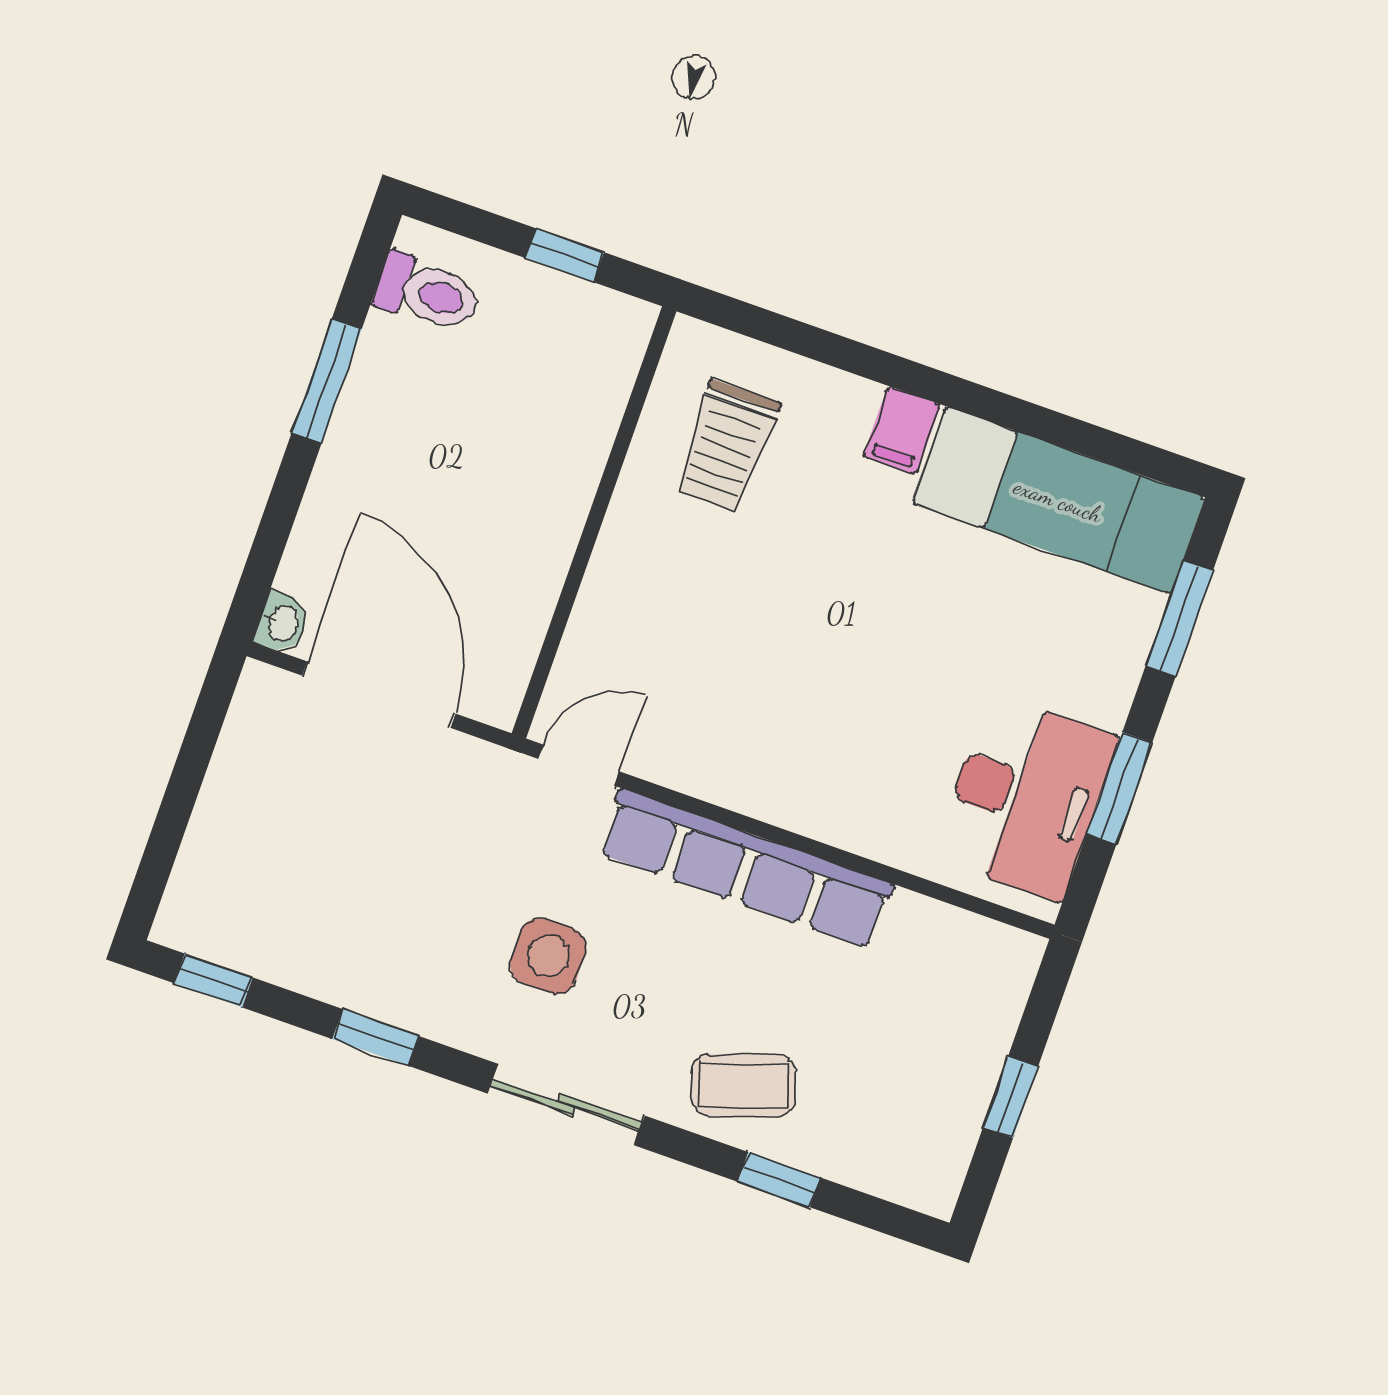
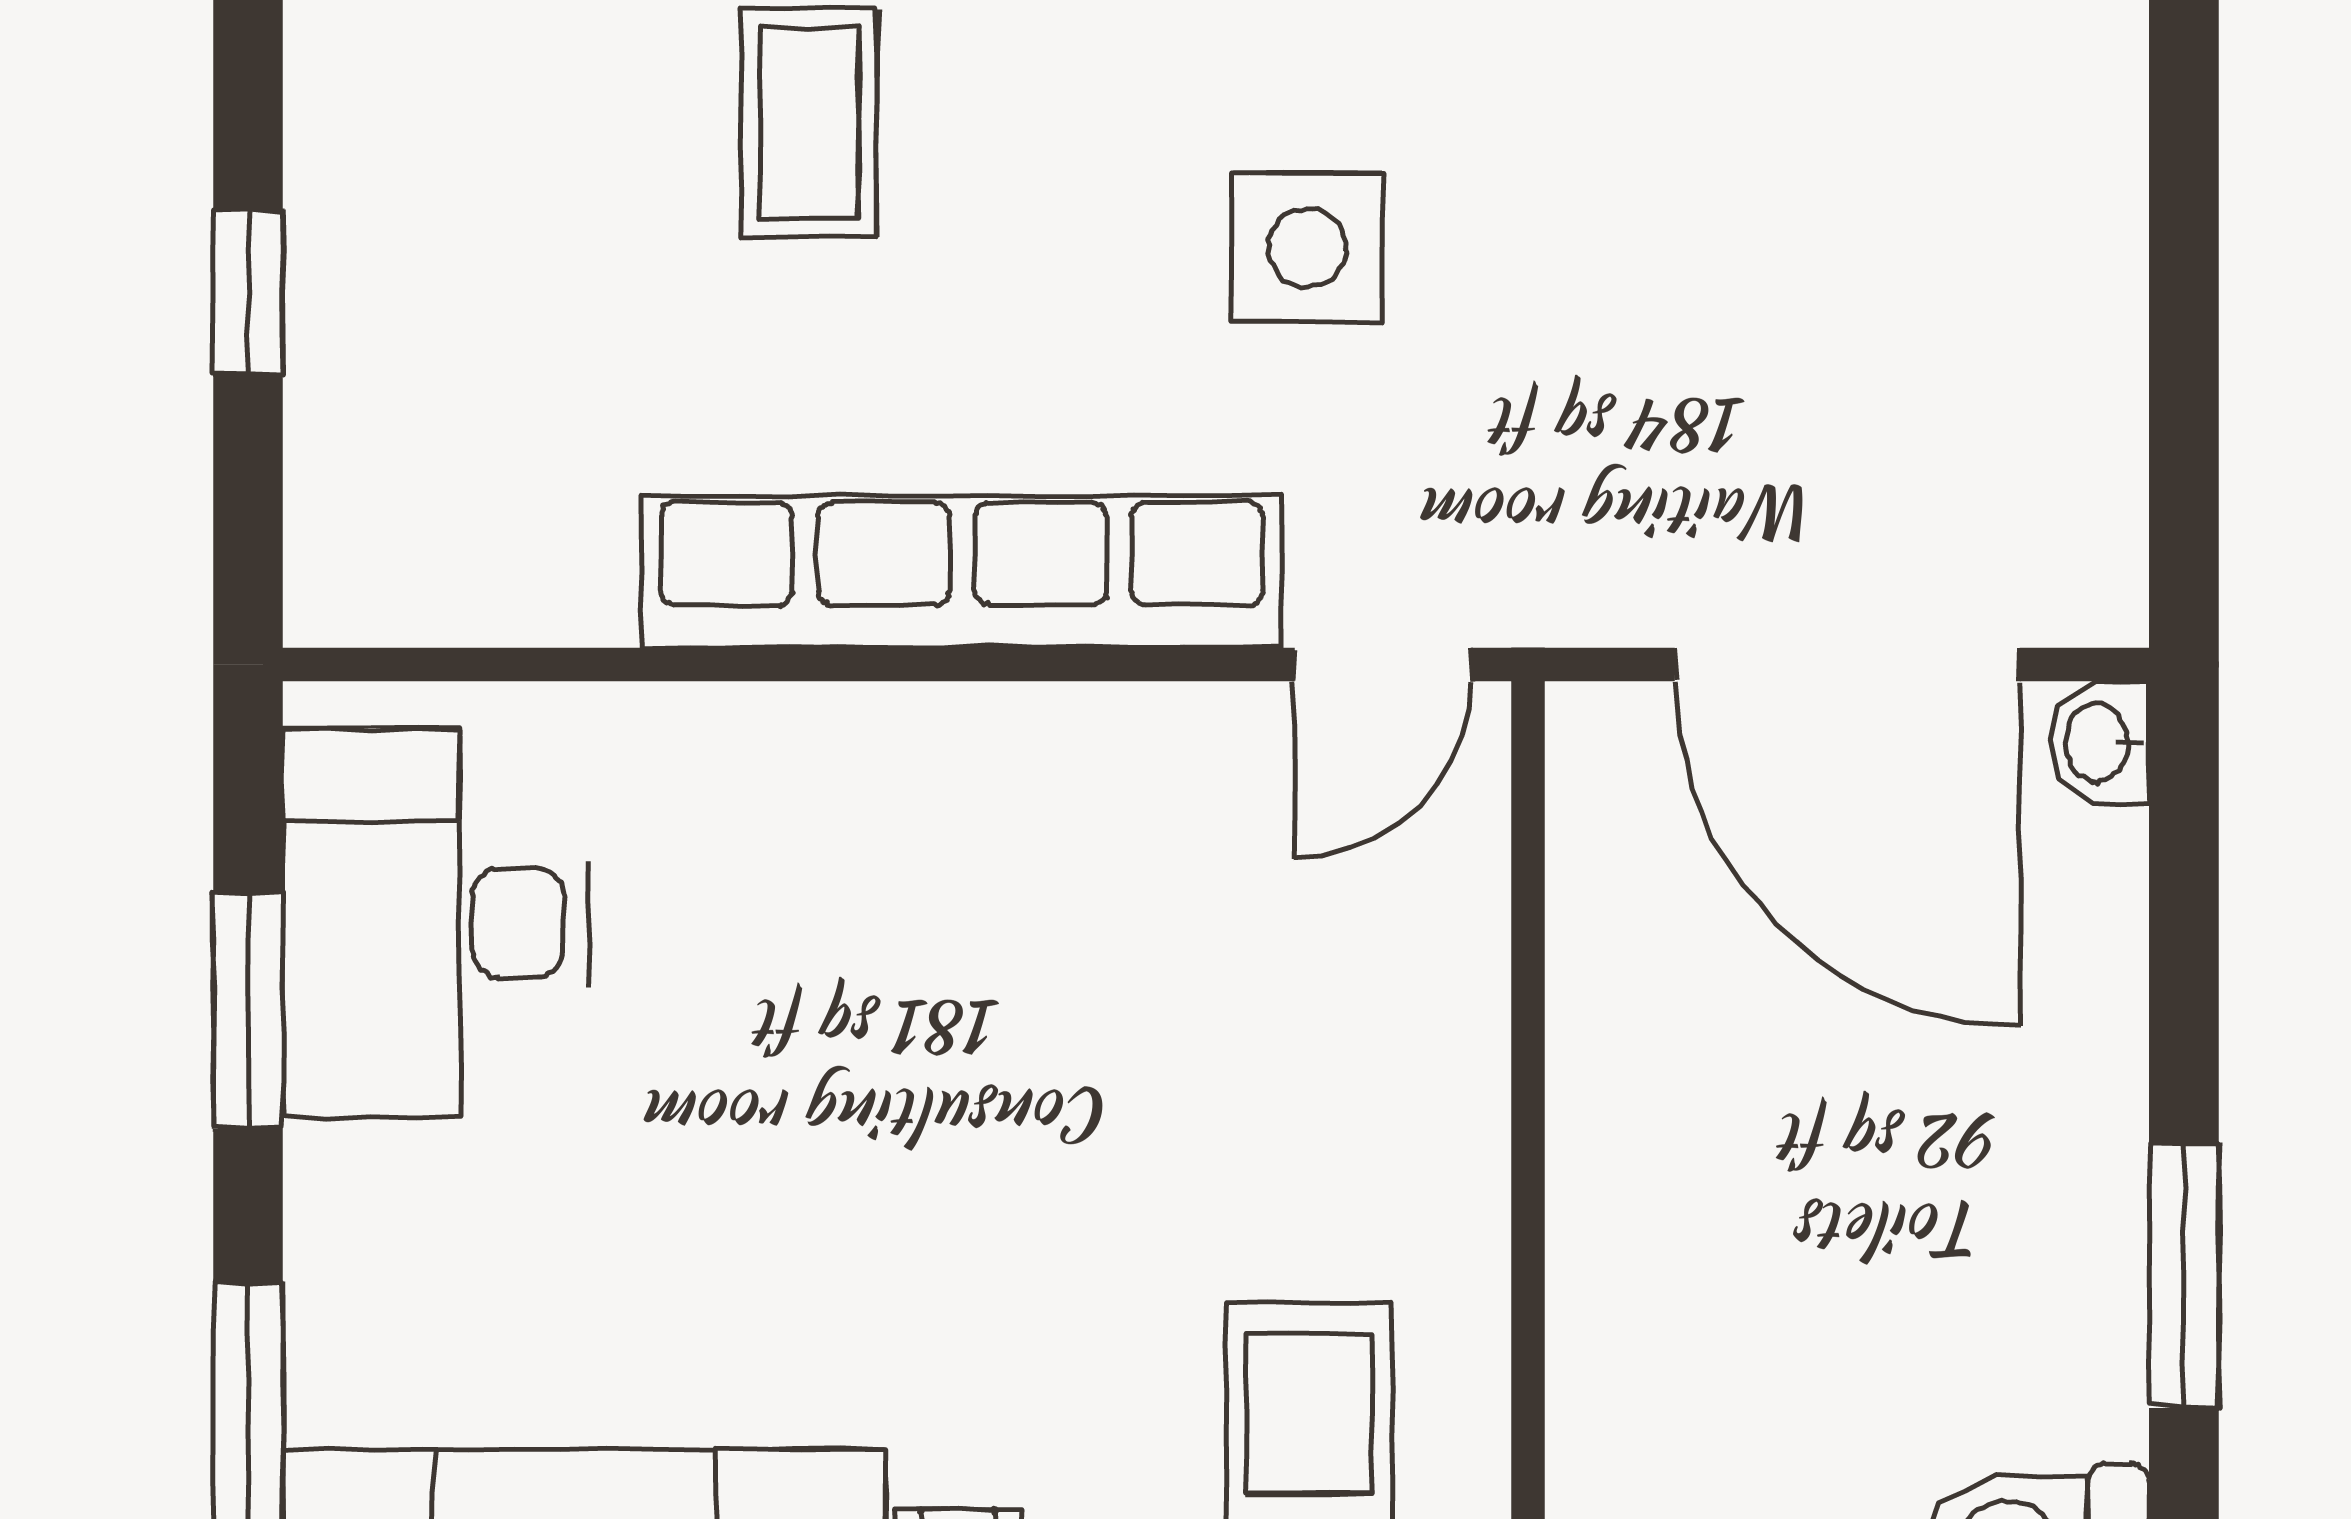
coffee table: (744, 1085) -> (809, 123), turned -71

